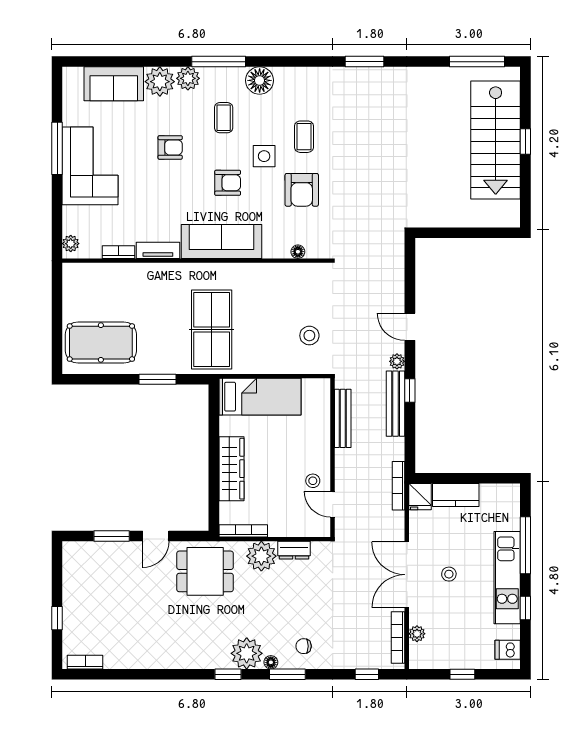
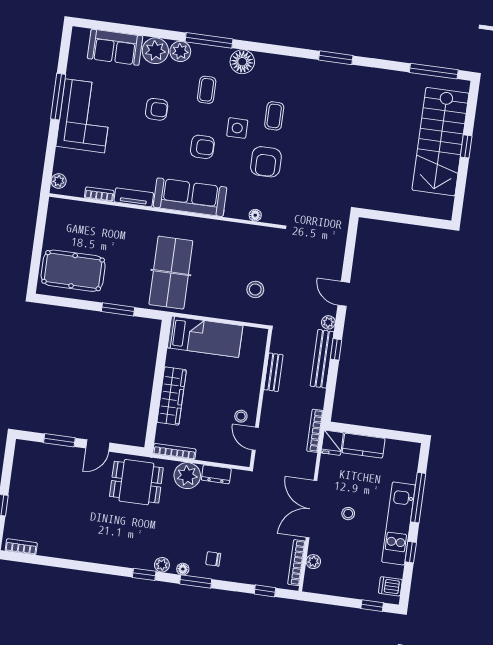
bench: (343, 418) -> (273, 372), width x0.73
plant: (247, 653) -> (162, 565), width x0.53, depth x0.53
window: (462, 674) -> (372, 606), moved

